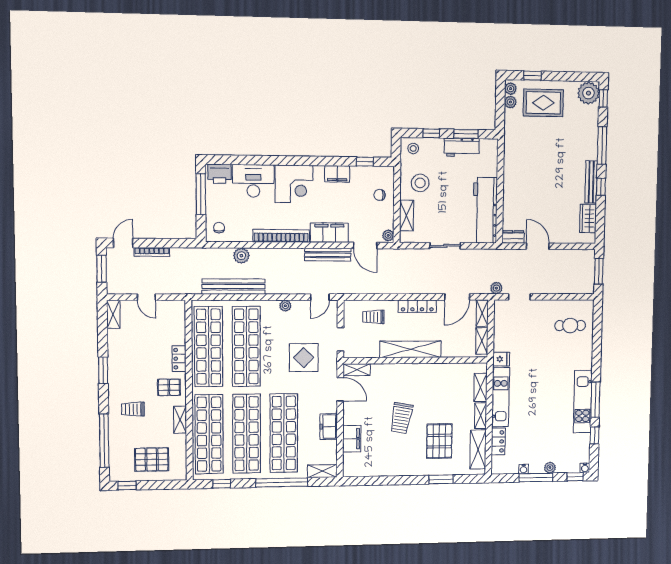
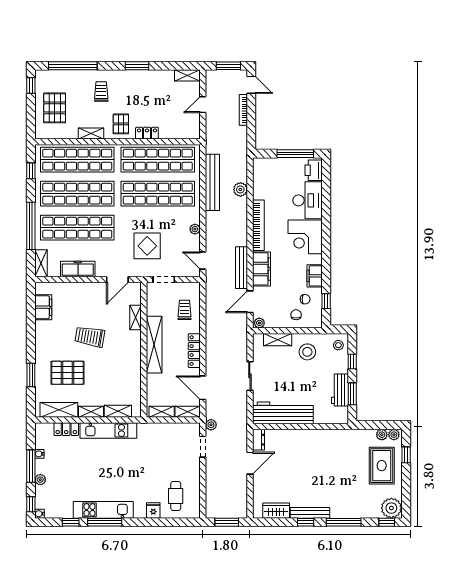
chair: (219, 228) -> (305, 299), moved
fridge: (501, 359) -> (153, 510), moved, turned 180
shelving: (357, 370) -> (136, 317), moved
freezer: (329, 427) -> (78, 269), width x1.40
filing cabinet: (352, 439) -> (43, 307), moved, turned -90

